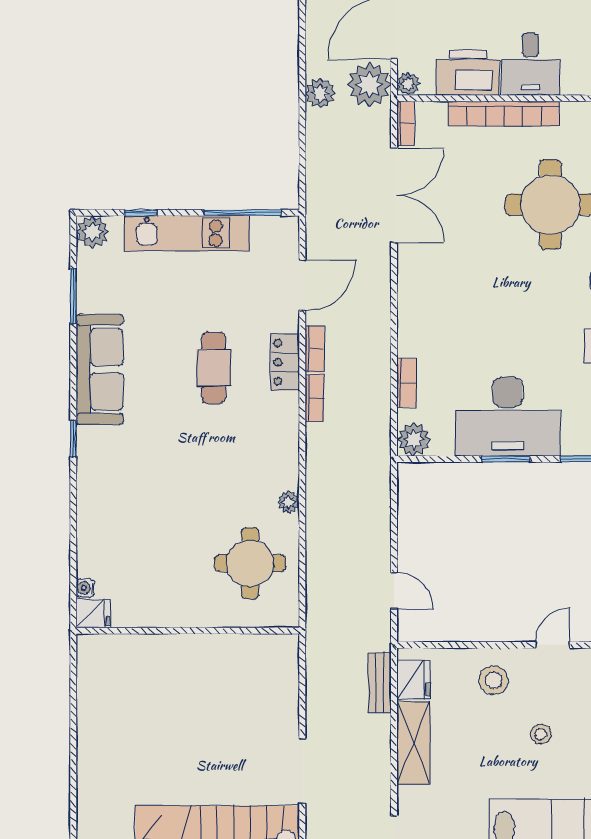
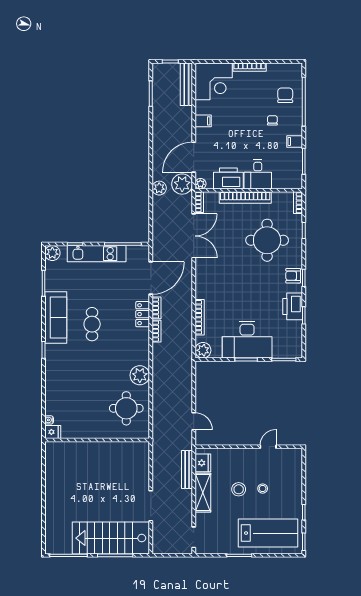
door: (302, 285) -> (151, 278), width x1.36
cafe table: (214, 368) -> (92, 324), moved
bookcase: (407, 383) -> (200, 317), width x1.56
plant: (288, 502) -> (140, 375), width x1.88, depth x1.88
stool: (494, 680) -> (239, 489), moved
bench: (380, 683) -> (187, 469), width x1.36

